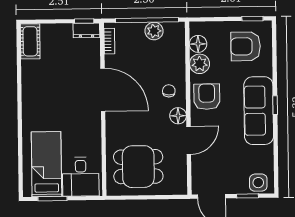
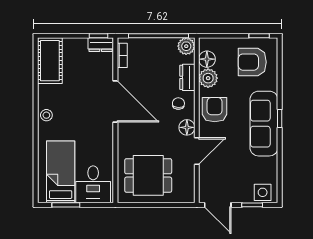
plant: (154, 31) -> (186, 46), moved
cot: (30, 41) -> (50, 61), width x1.37, depth x1.34
dresser: (178, 63) -> (187, 77), added
stool: (31, 105) -> (46, 115), added

